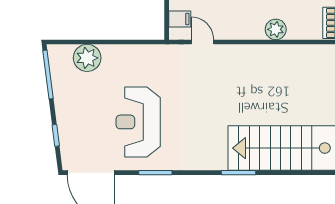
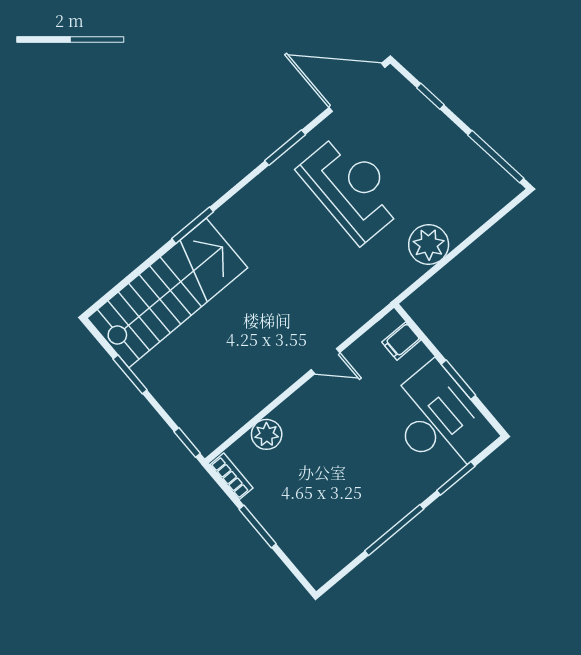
plant: (276, 29) -> (267, 434), moved
door: (202, 42) -> (326, 361), moved
plant: (87, 58) -> (429, 245), moved

